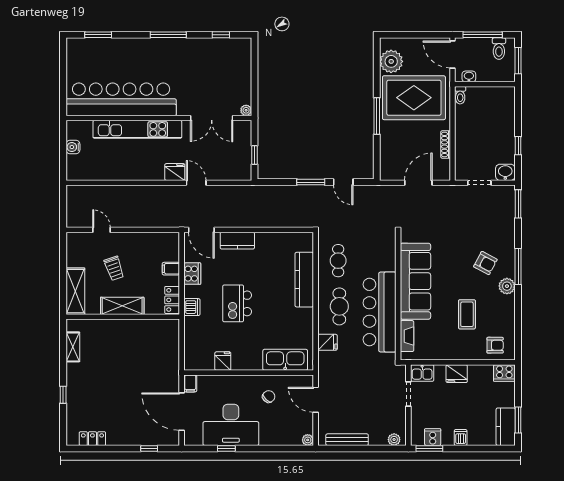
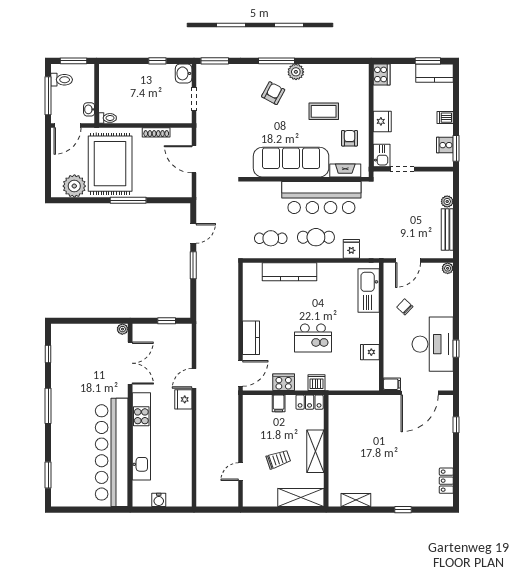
armchair: (495, 345) -> (350, 138), moved
plant: (394, 440) -> (447, 201), moved

